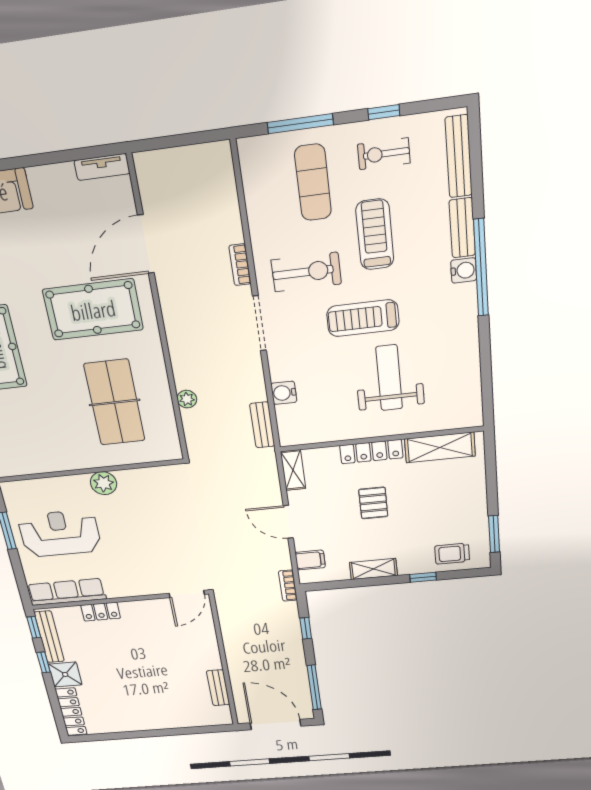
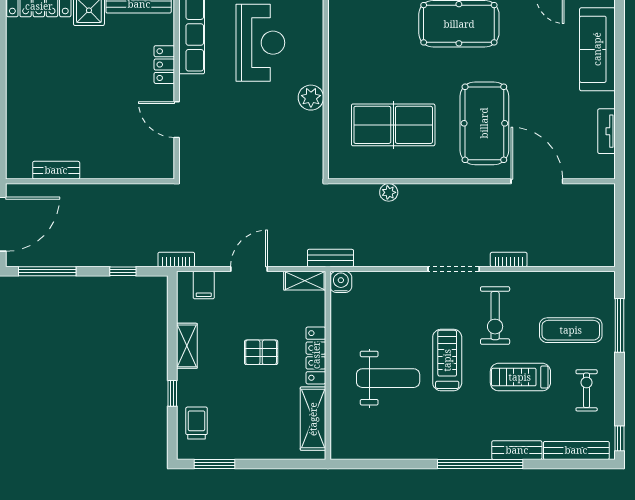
window: (384, 112) -> (619, 438), moved
tv unit: (102, 167) -> (606, 131), moved
treadmill: (375, 235) -> (520, 377), turned 180
water cooler: (464, 270) -> (480, 449), removed
water cooler: (284, 393) -> (341, 282), moved
bench: (262, 425) -> (330, 258), moved
door: (187, 594) -> (177, 120), moved

